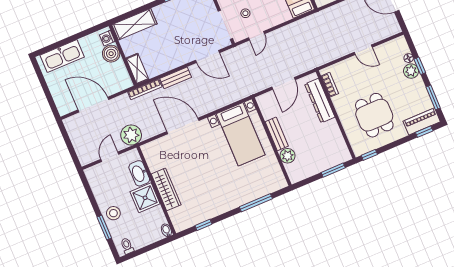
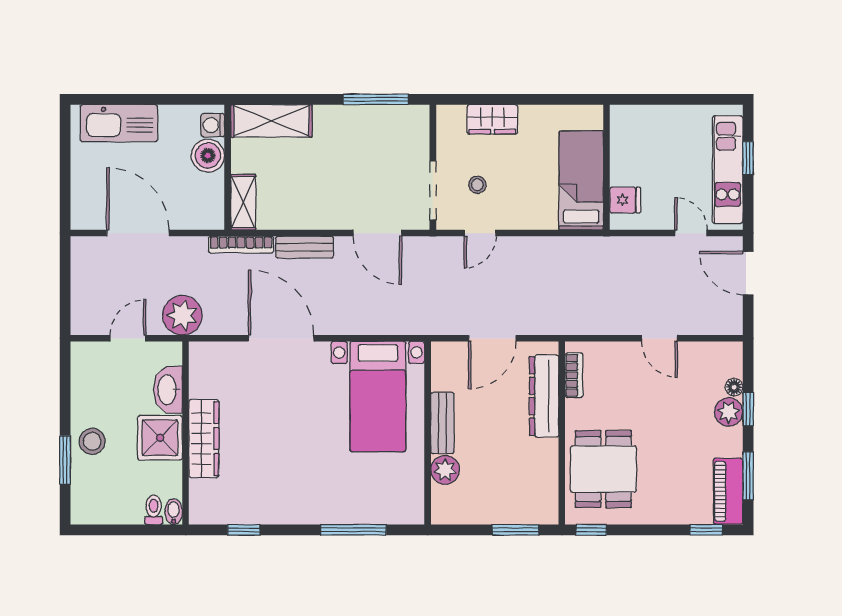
dining table: (374, 115) -> (603, 469), moved
piano: (422, 121) -> (728, 491), moved, turned -90
toilet: (127, 246) -> (154, 510), moved

